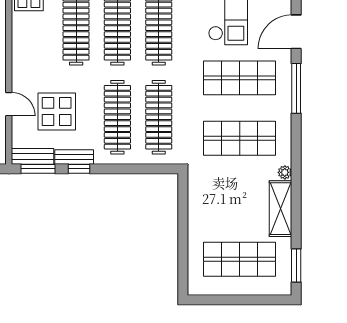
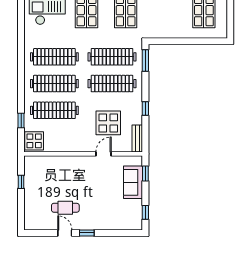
bench: (74, 157) -> (138, 112), removed
window: (38, 169) -> (145, 61), moved

